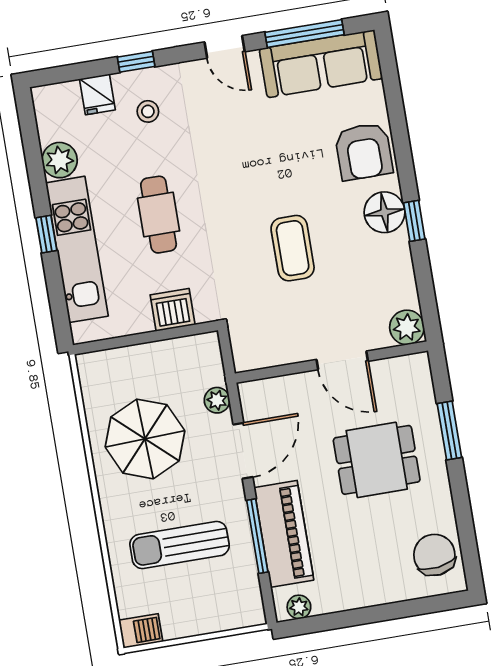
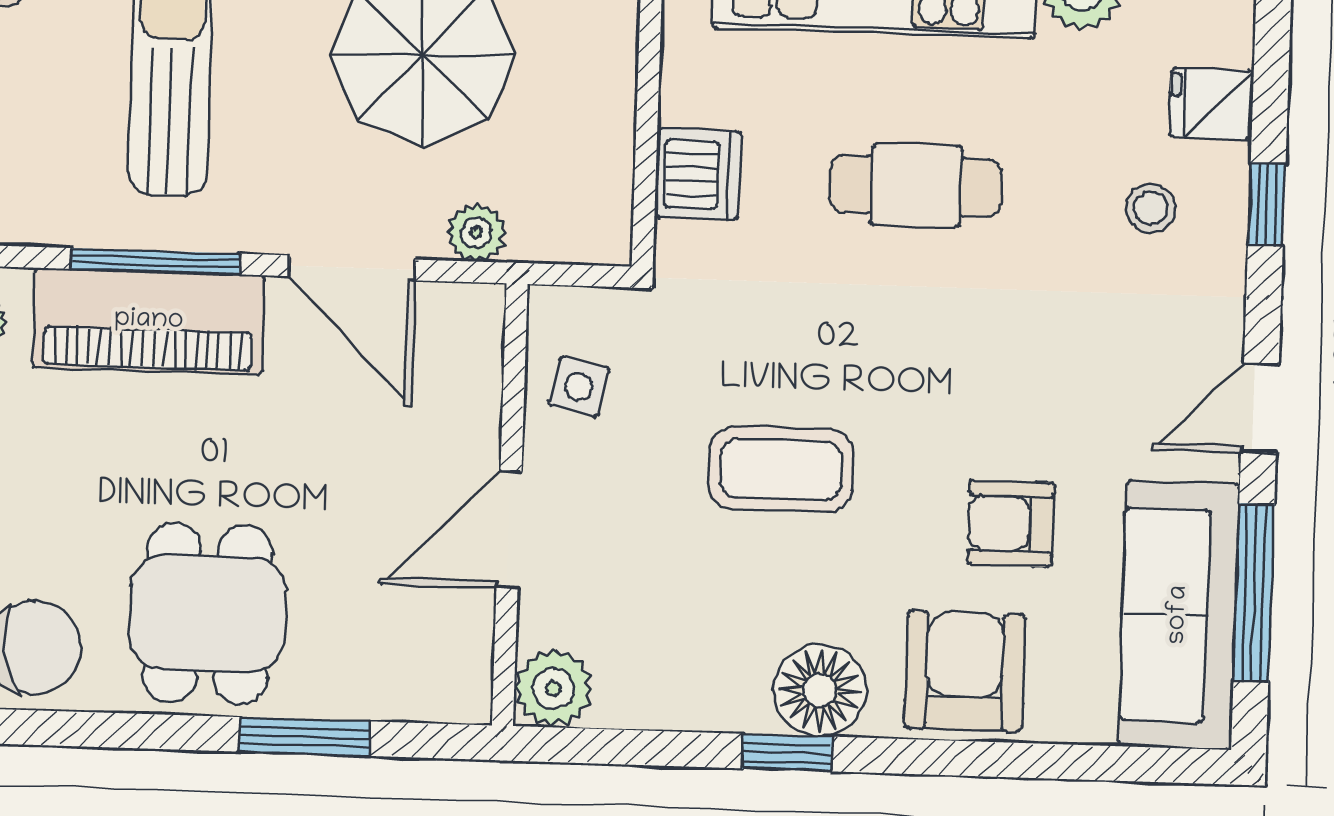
armchair: (296, 144) -> (1011, 523), added
armchair: (364, 151) -> (965, 671), turned 90
side table: (275, 343) -> (579, 387), added
dining table: (377, 460) -> (207, 614), moved

